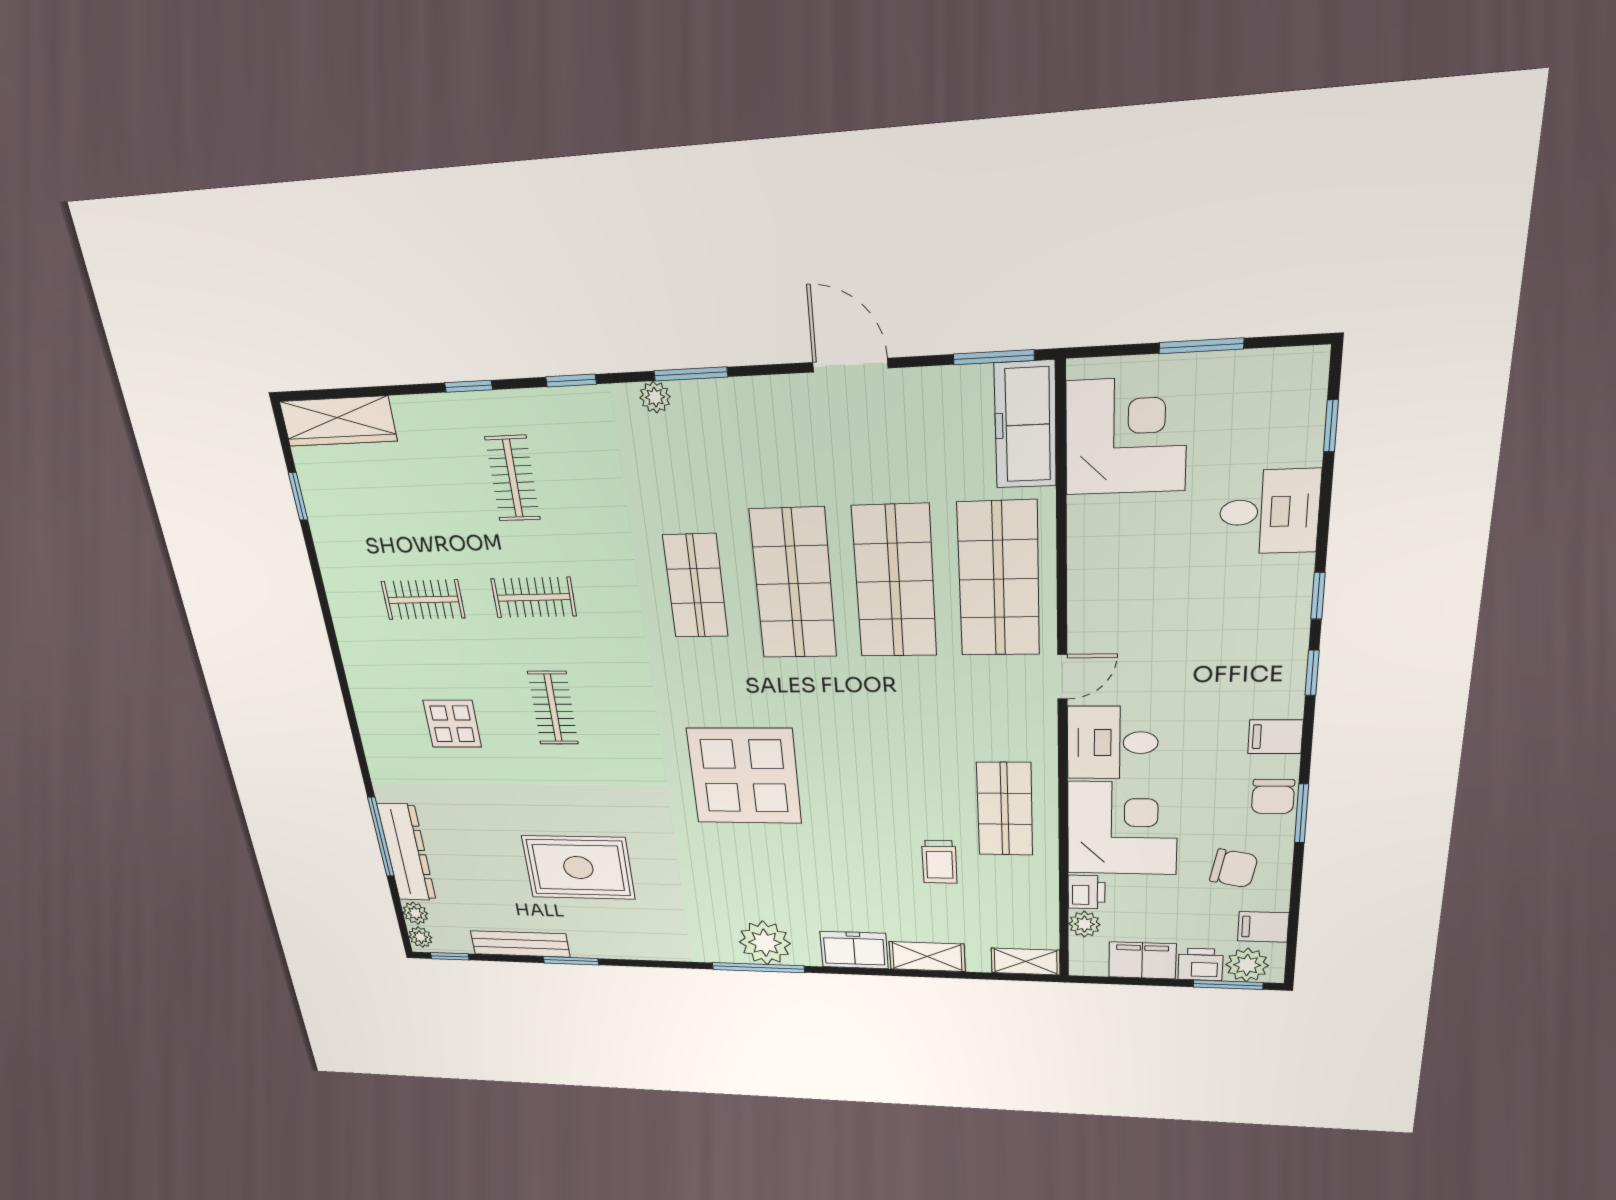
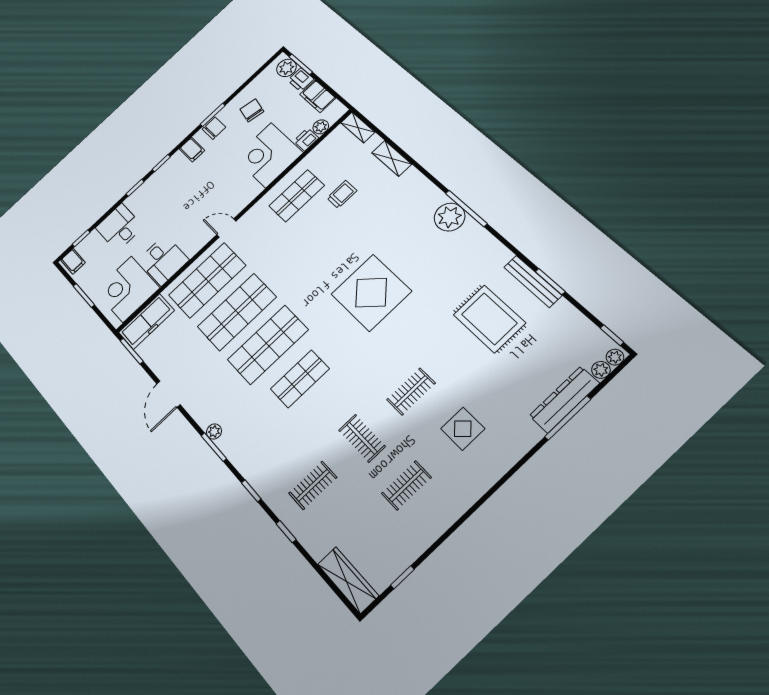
plant: (655, 397) -> (214, 432), moved
clothes rail: (423, 600) -> (406, 485), turned 90
desk: (1112, 743) -> (163, 260), moved
filing cabinet: (1263, 927) -> (73, 261), moved
bench: (520, 944) -> (533, 281), moved
freezer: (854, 950) -> (417, 184), removed

